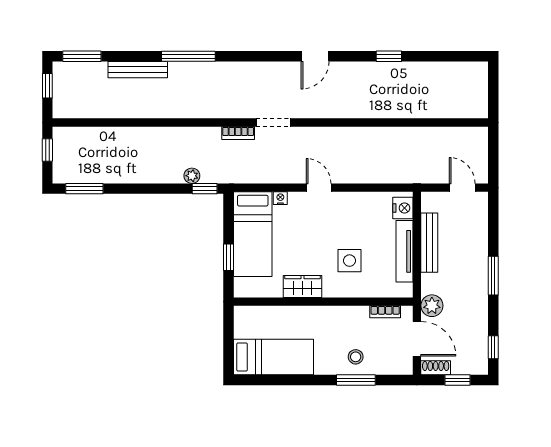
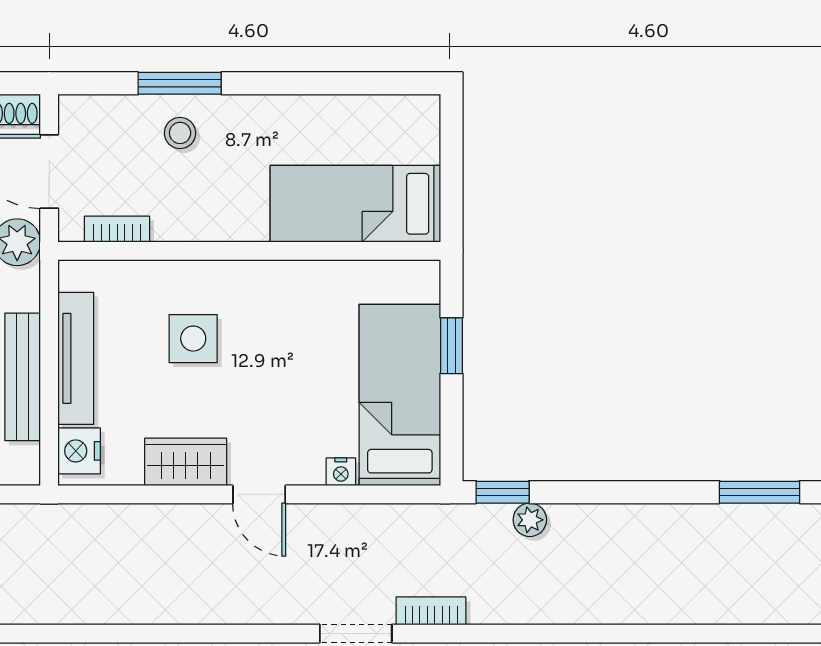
wardrobe: (302, 286) -> (186, 462), moved, turned 180
bed: (274, 357) -> (355, 204), moved

